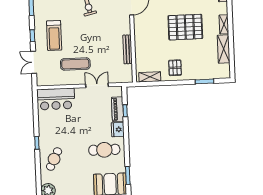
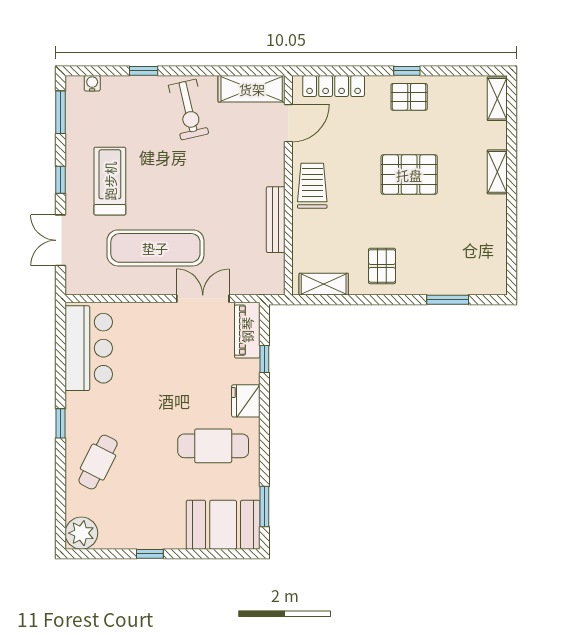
pallet: (185, 27) -> (409, 175), width x0.73, depth x0.71
trolley: (143, 34) -> (312, 186), added
treadmill: (54, 36) -> (110, 181), turned 180
shelving: (224, 49) -> (494, 228), removed
exercise mat: (75, 64) -> (155, 248), width x1.36, depth x1.45
bar counter: (56, 99) -> (89, 348), moved, turned -90
piano: (118, 109) -> (247, 330), moved

